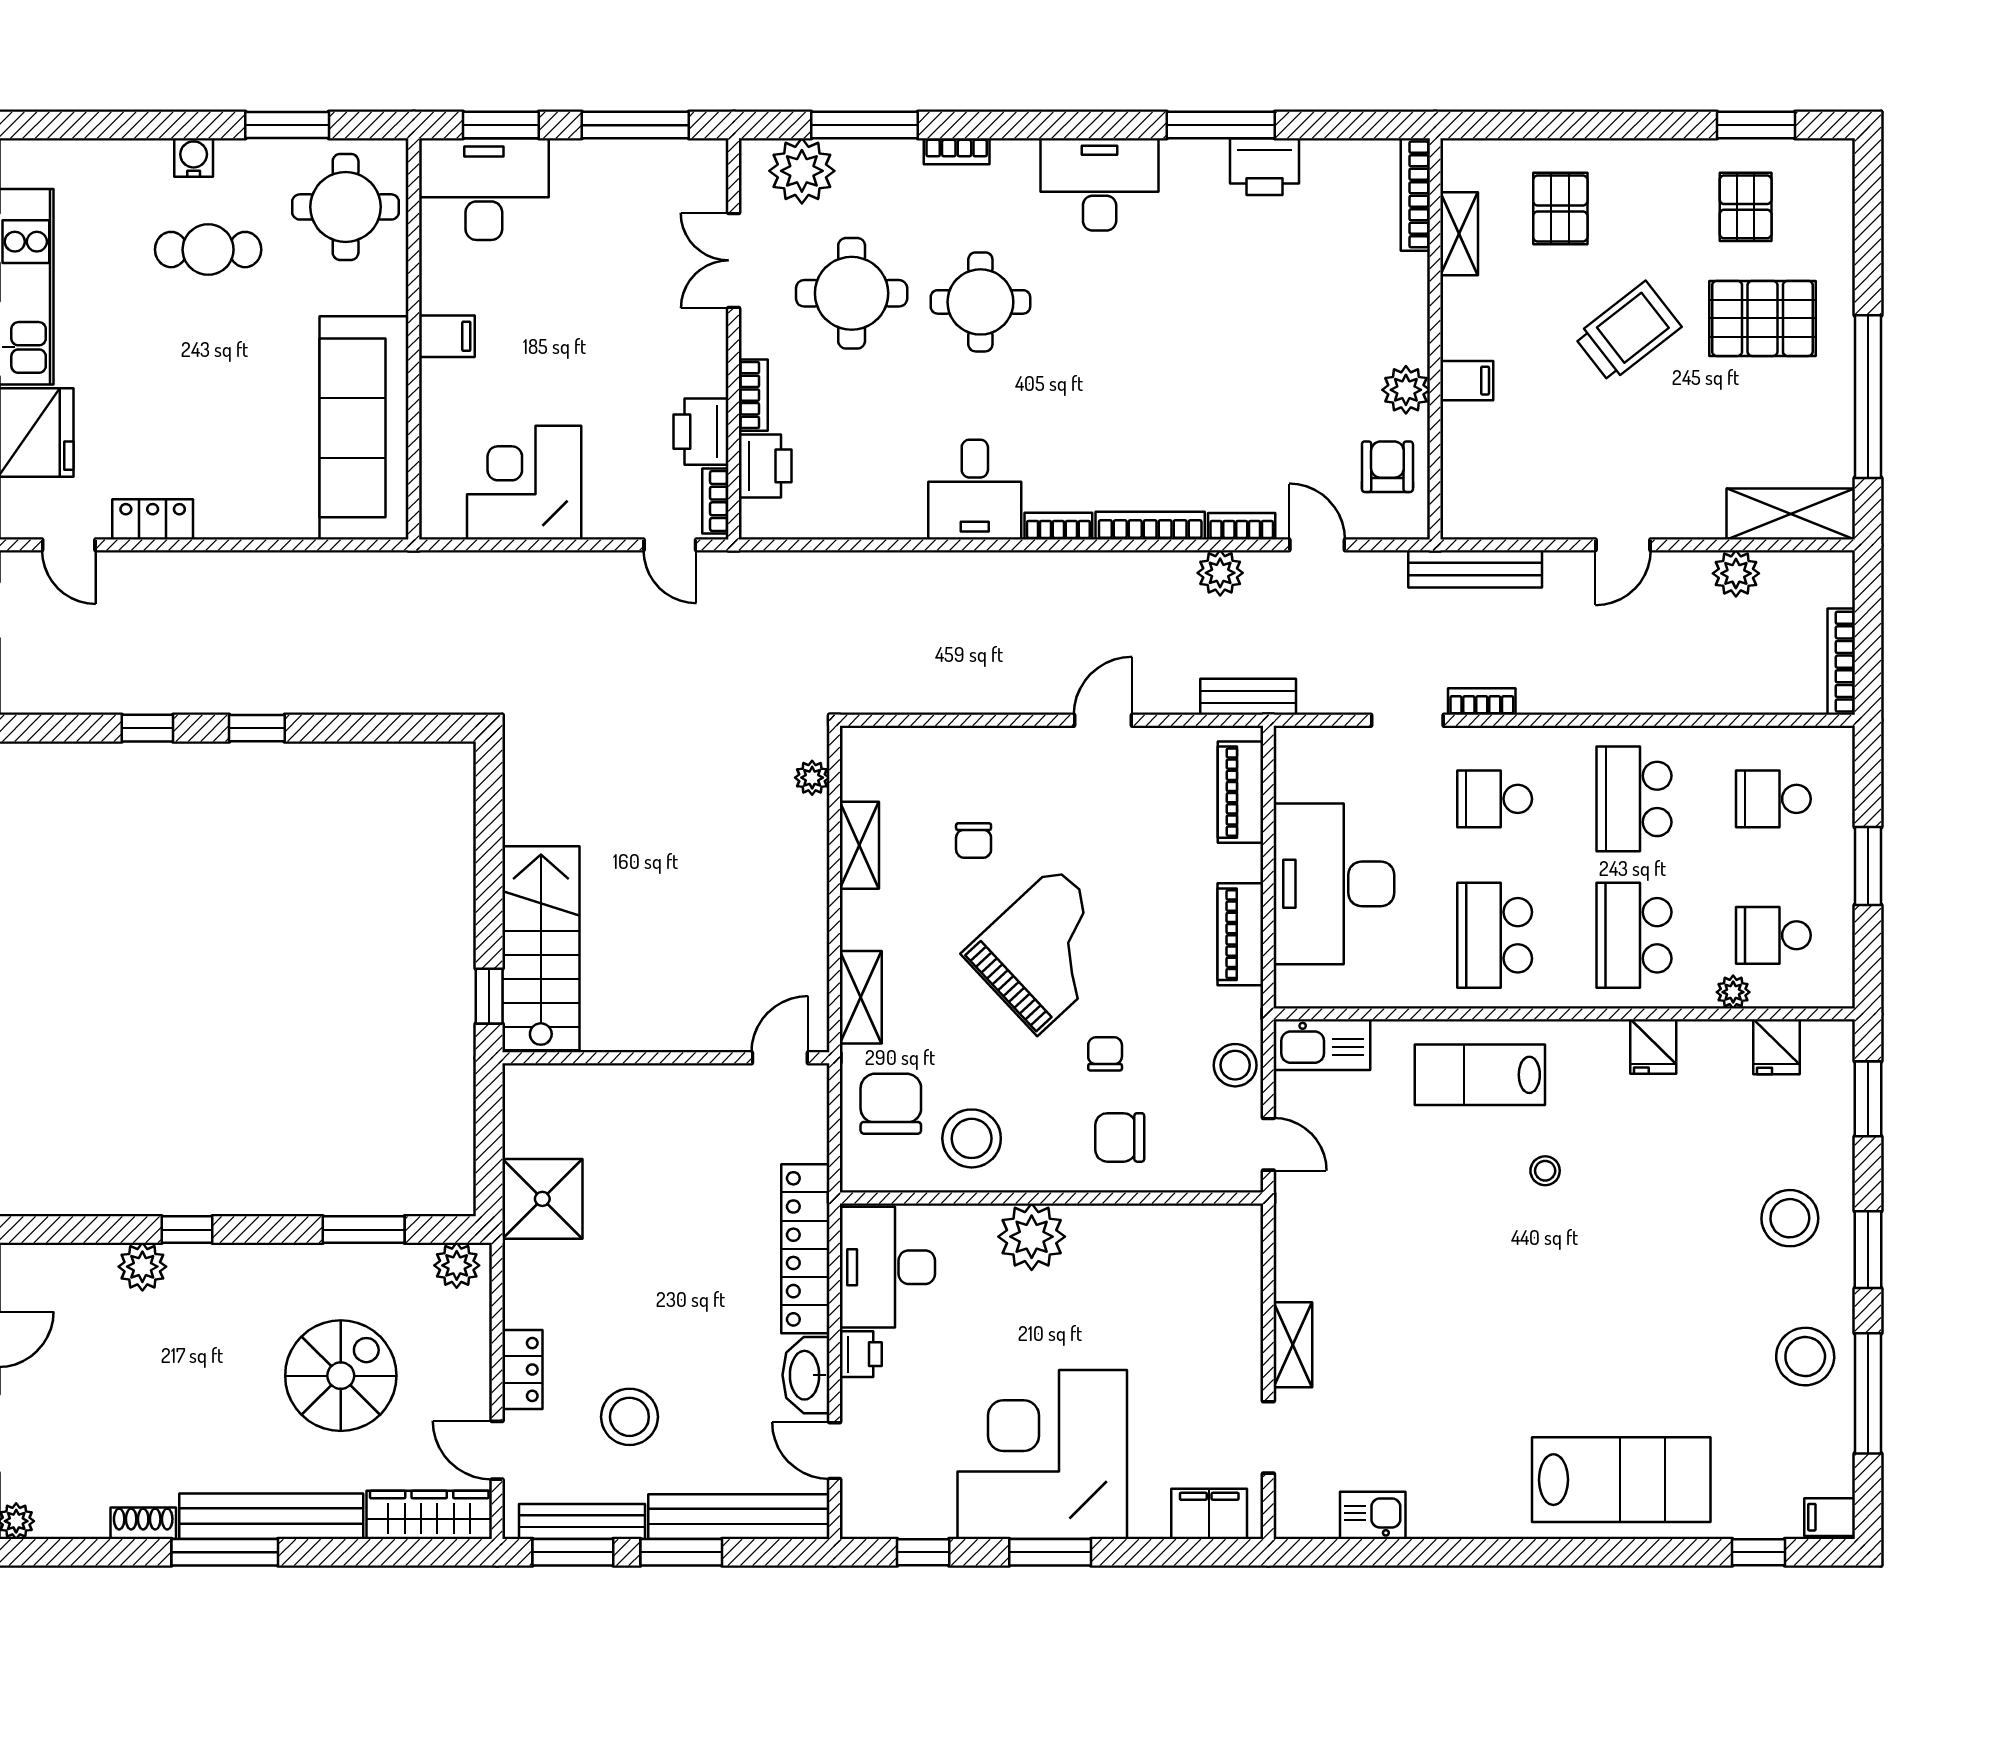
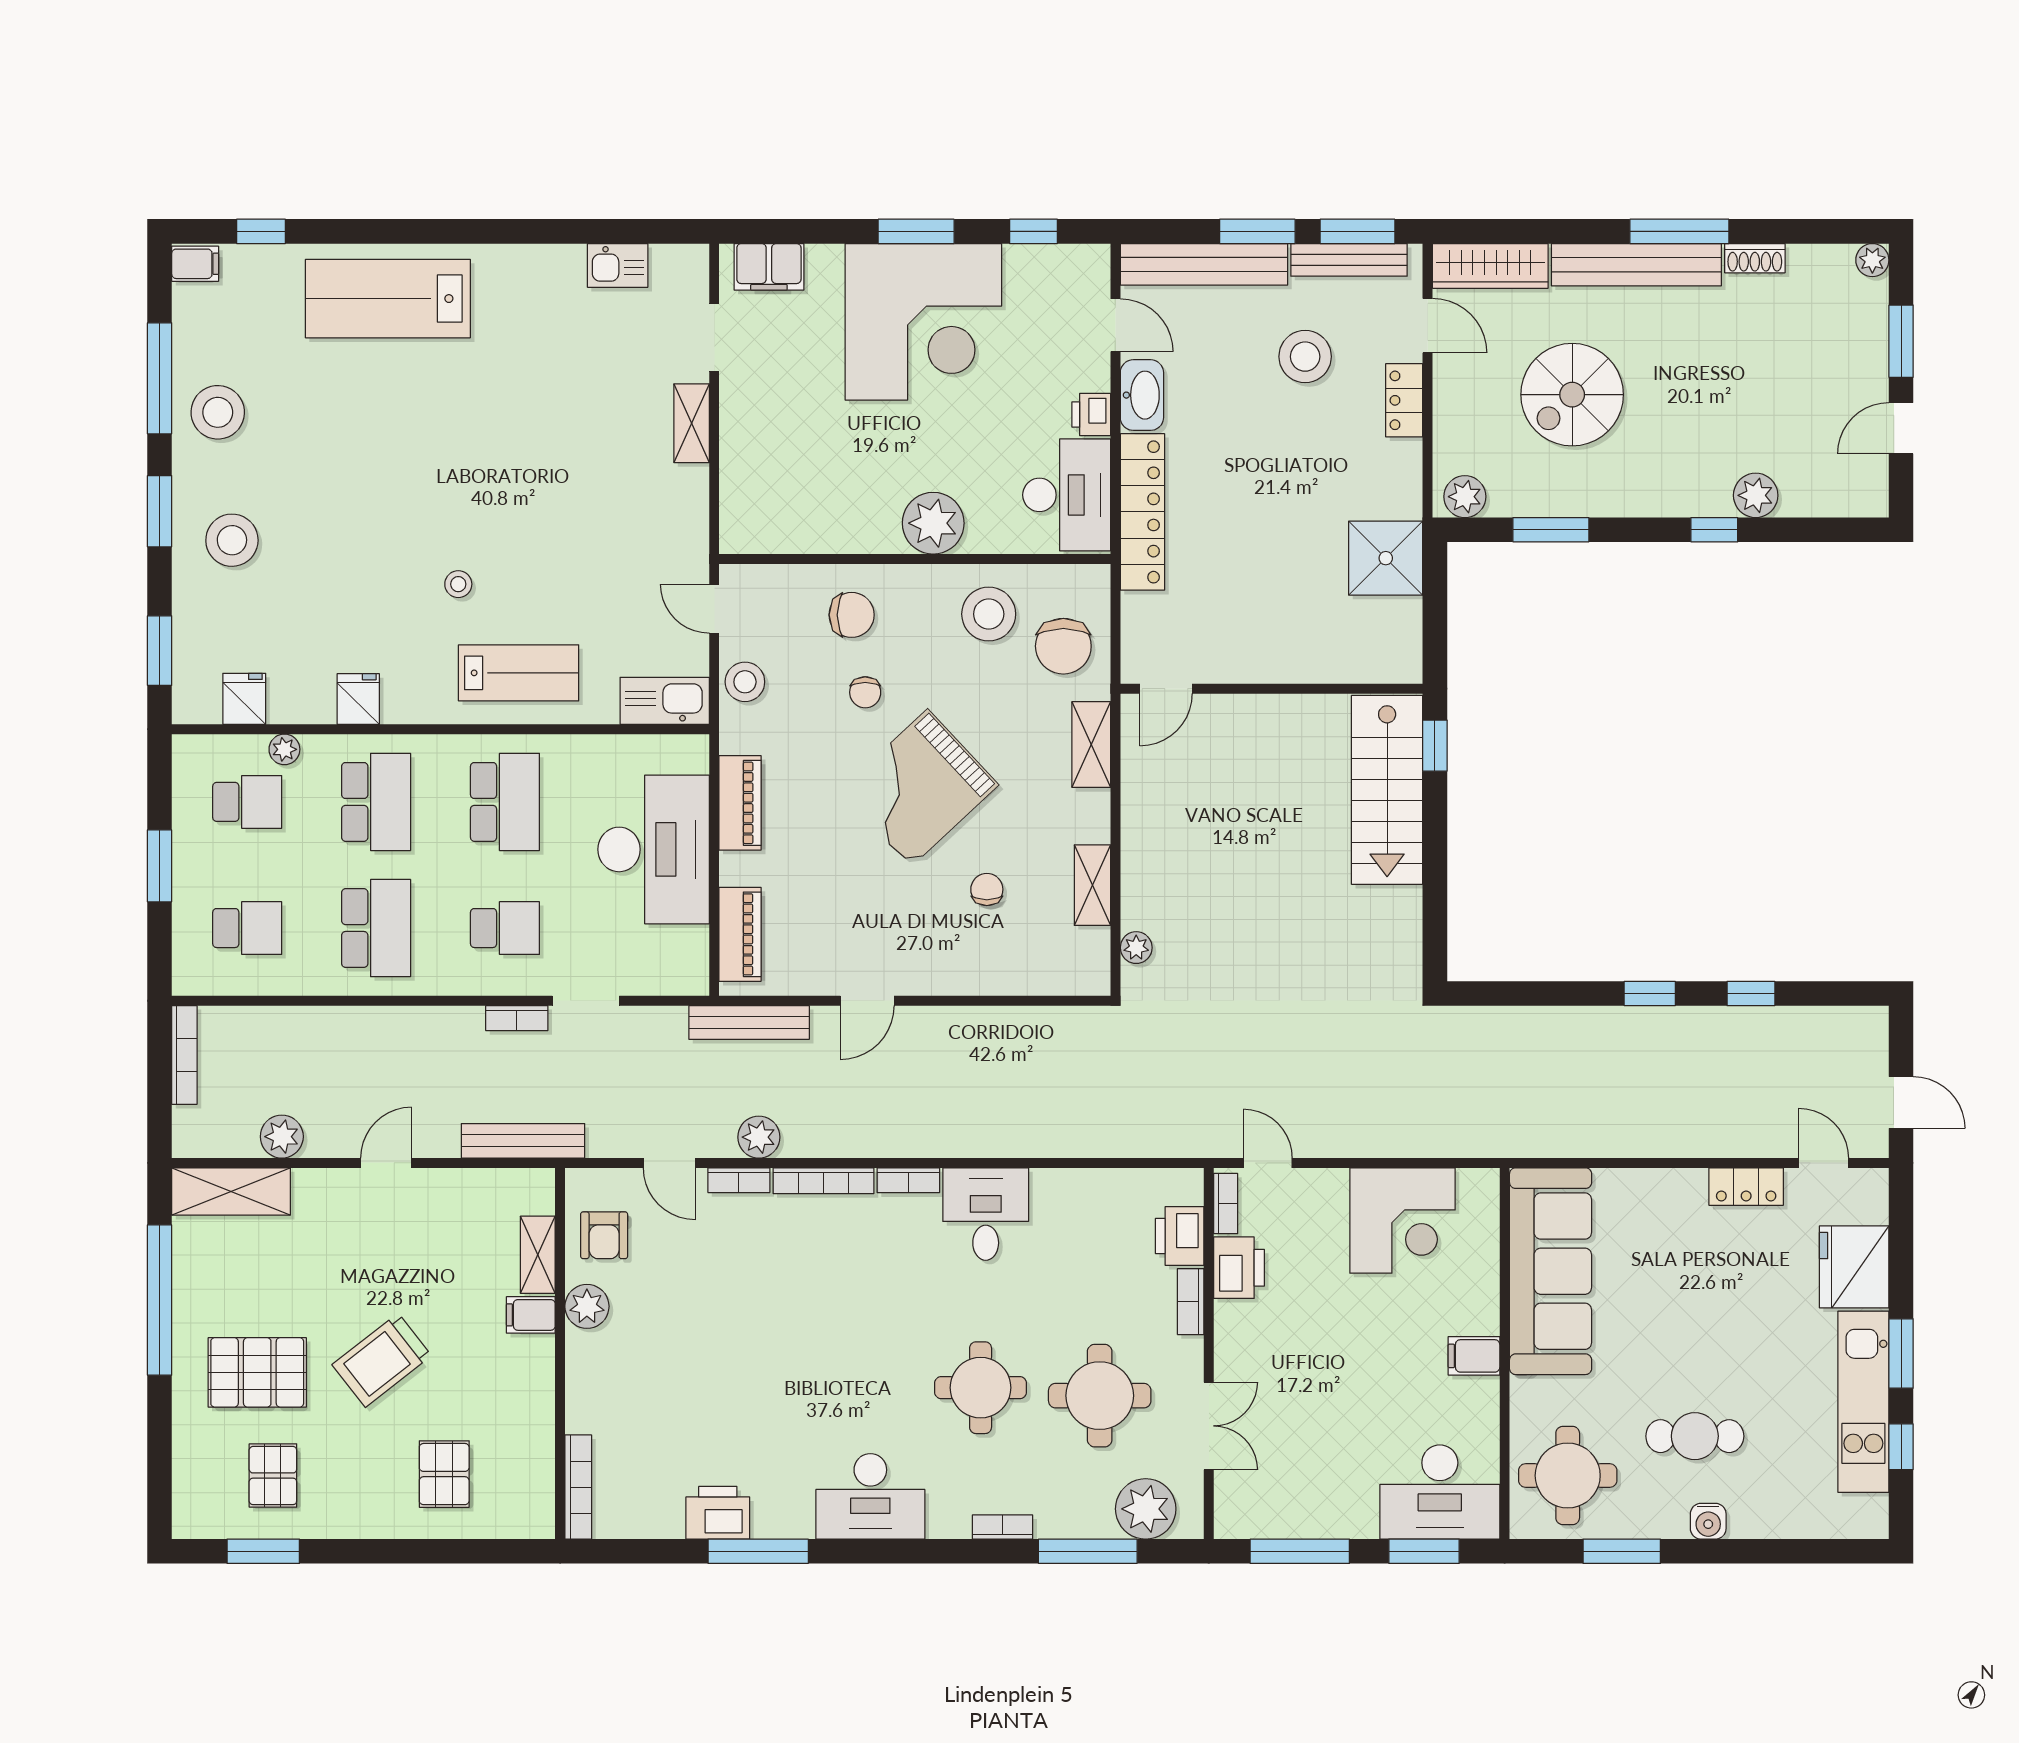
shelving: (1459, 234) -> (538, 1255), moved
bench: (1248, 697) -> (749, 1023), width x1.36

